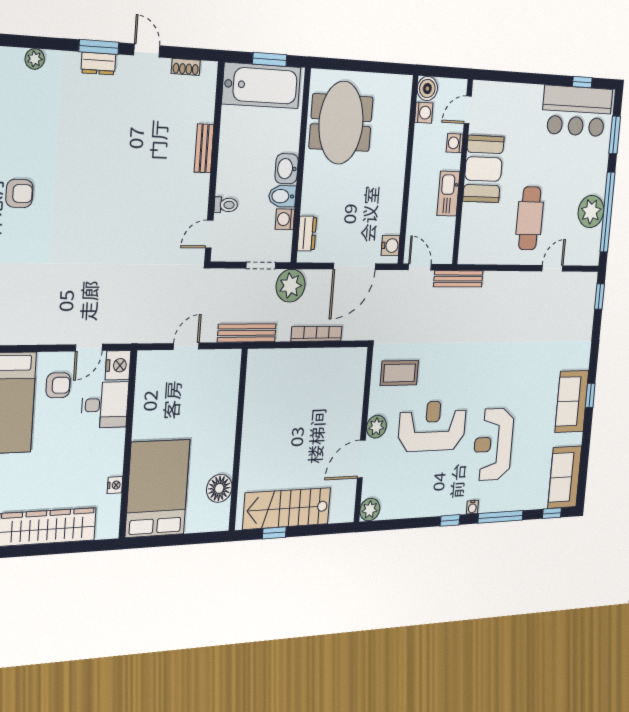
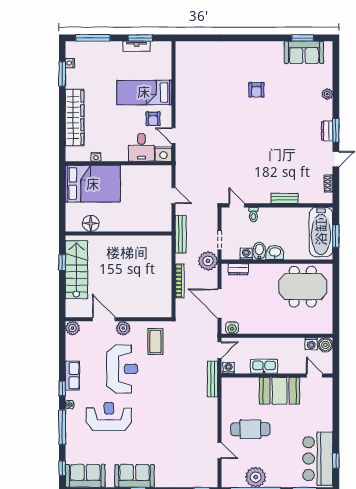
washing machine: (455, 143) -> (229, 368), moved
row of seats: (434, 505) -> (72, 376), added

